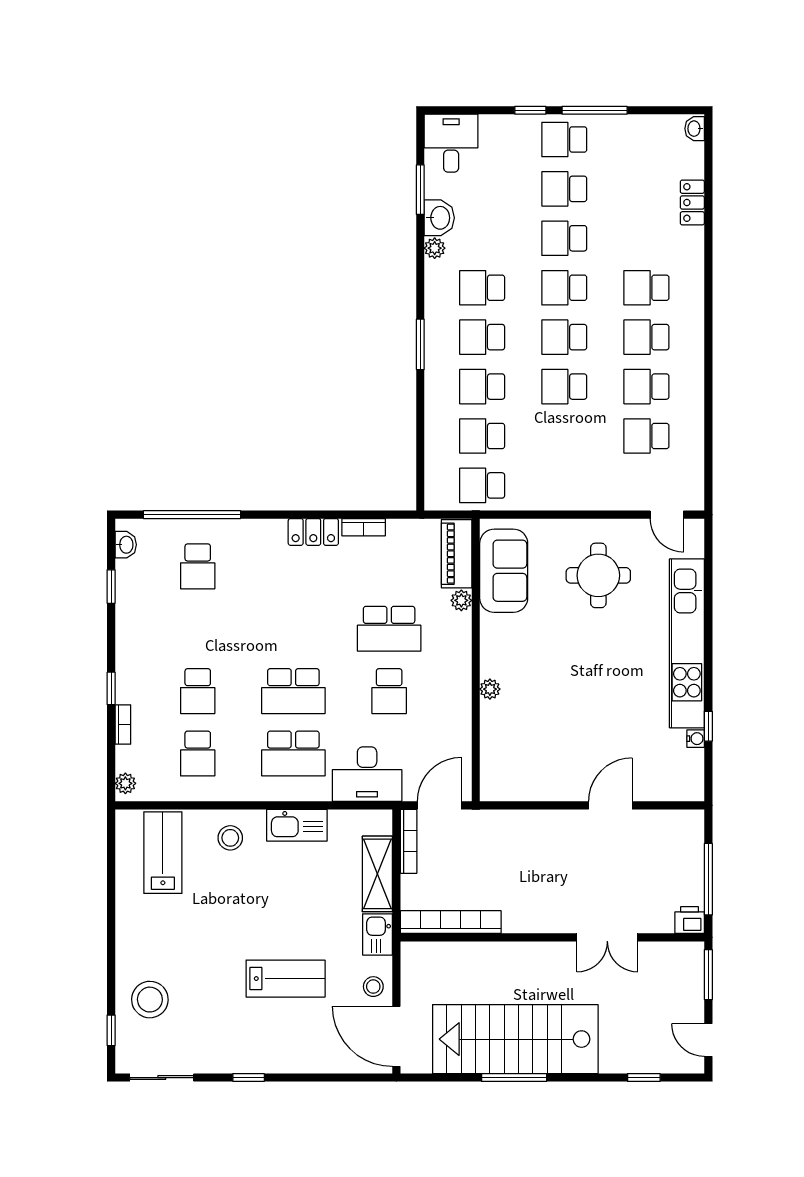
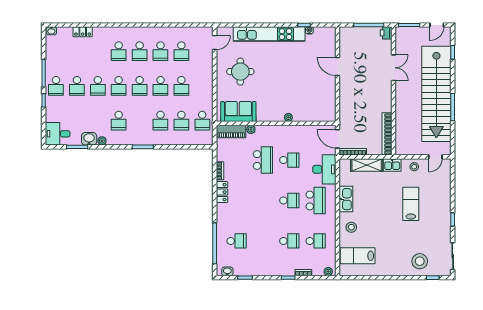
school desk: (482, 337) -> (181, 86), moved
school desk: (293, 691) -> (289, 201), width x0.54
door: (396, 1036) -> (435, 157), width x0.53
stairs: (515, 1039) -> (436, 94), width x1.36

